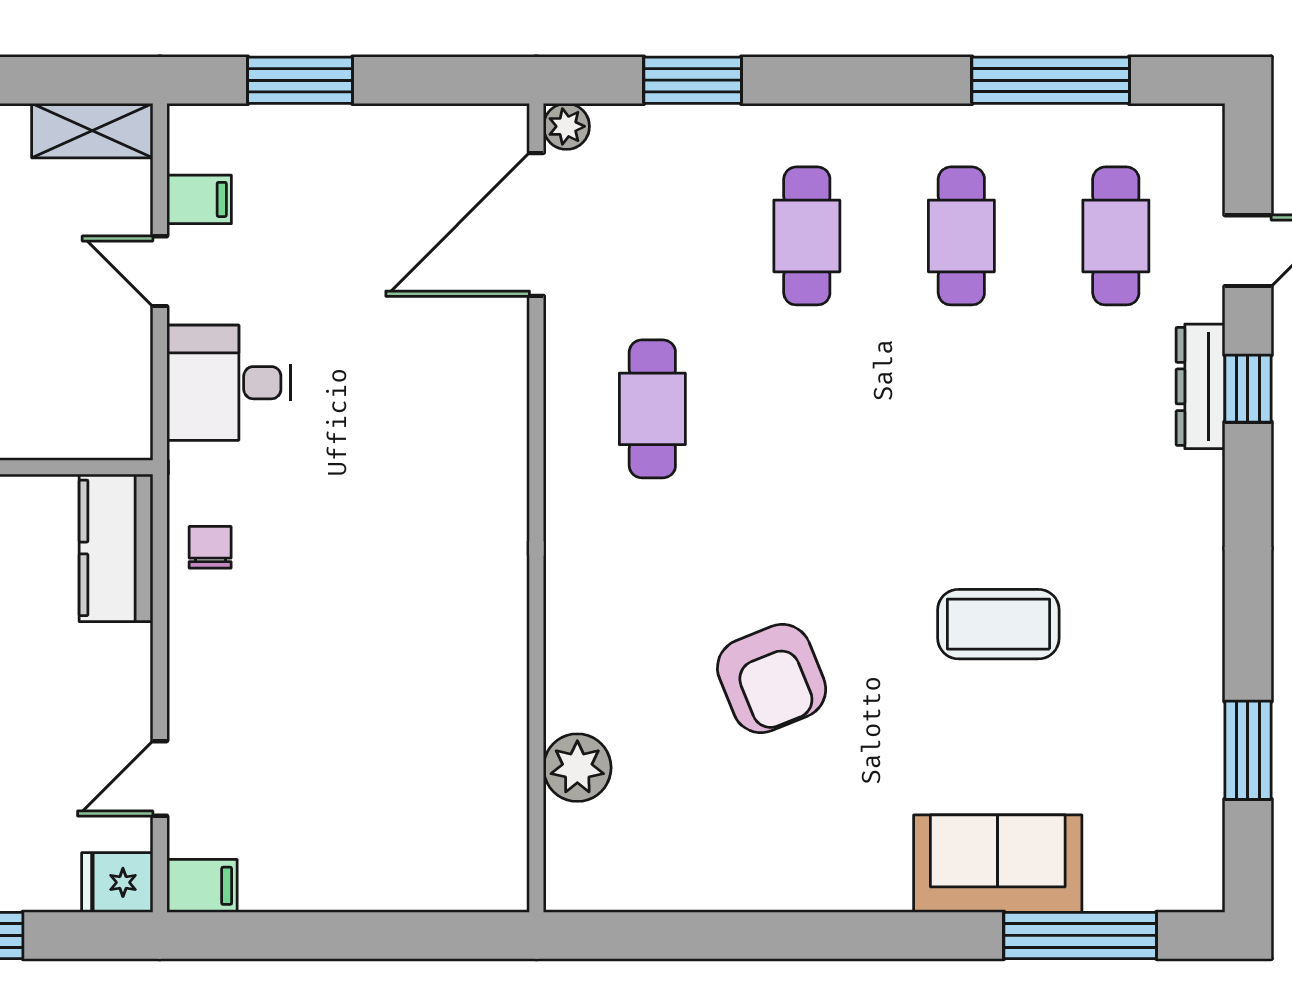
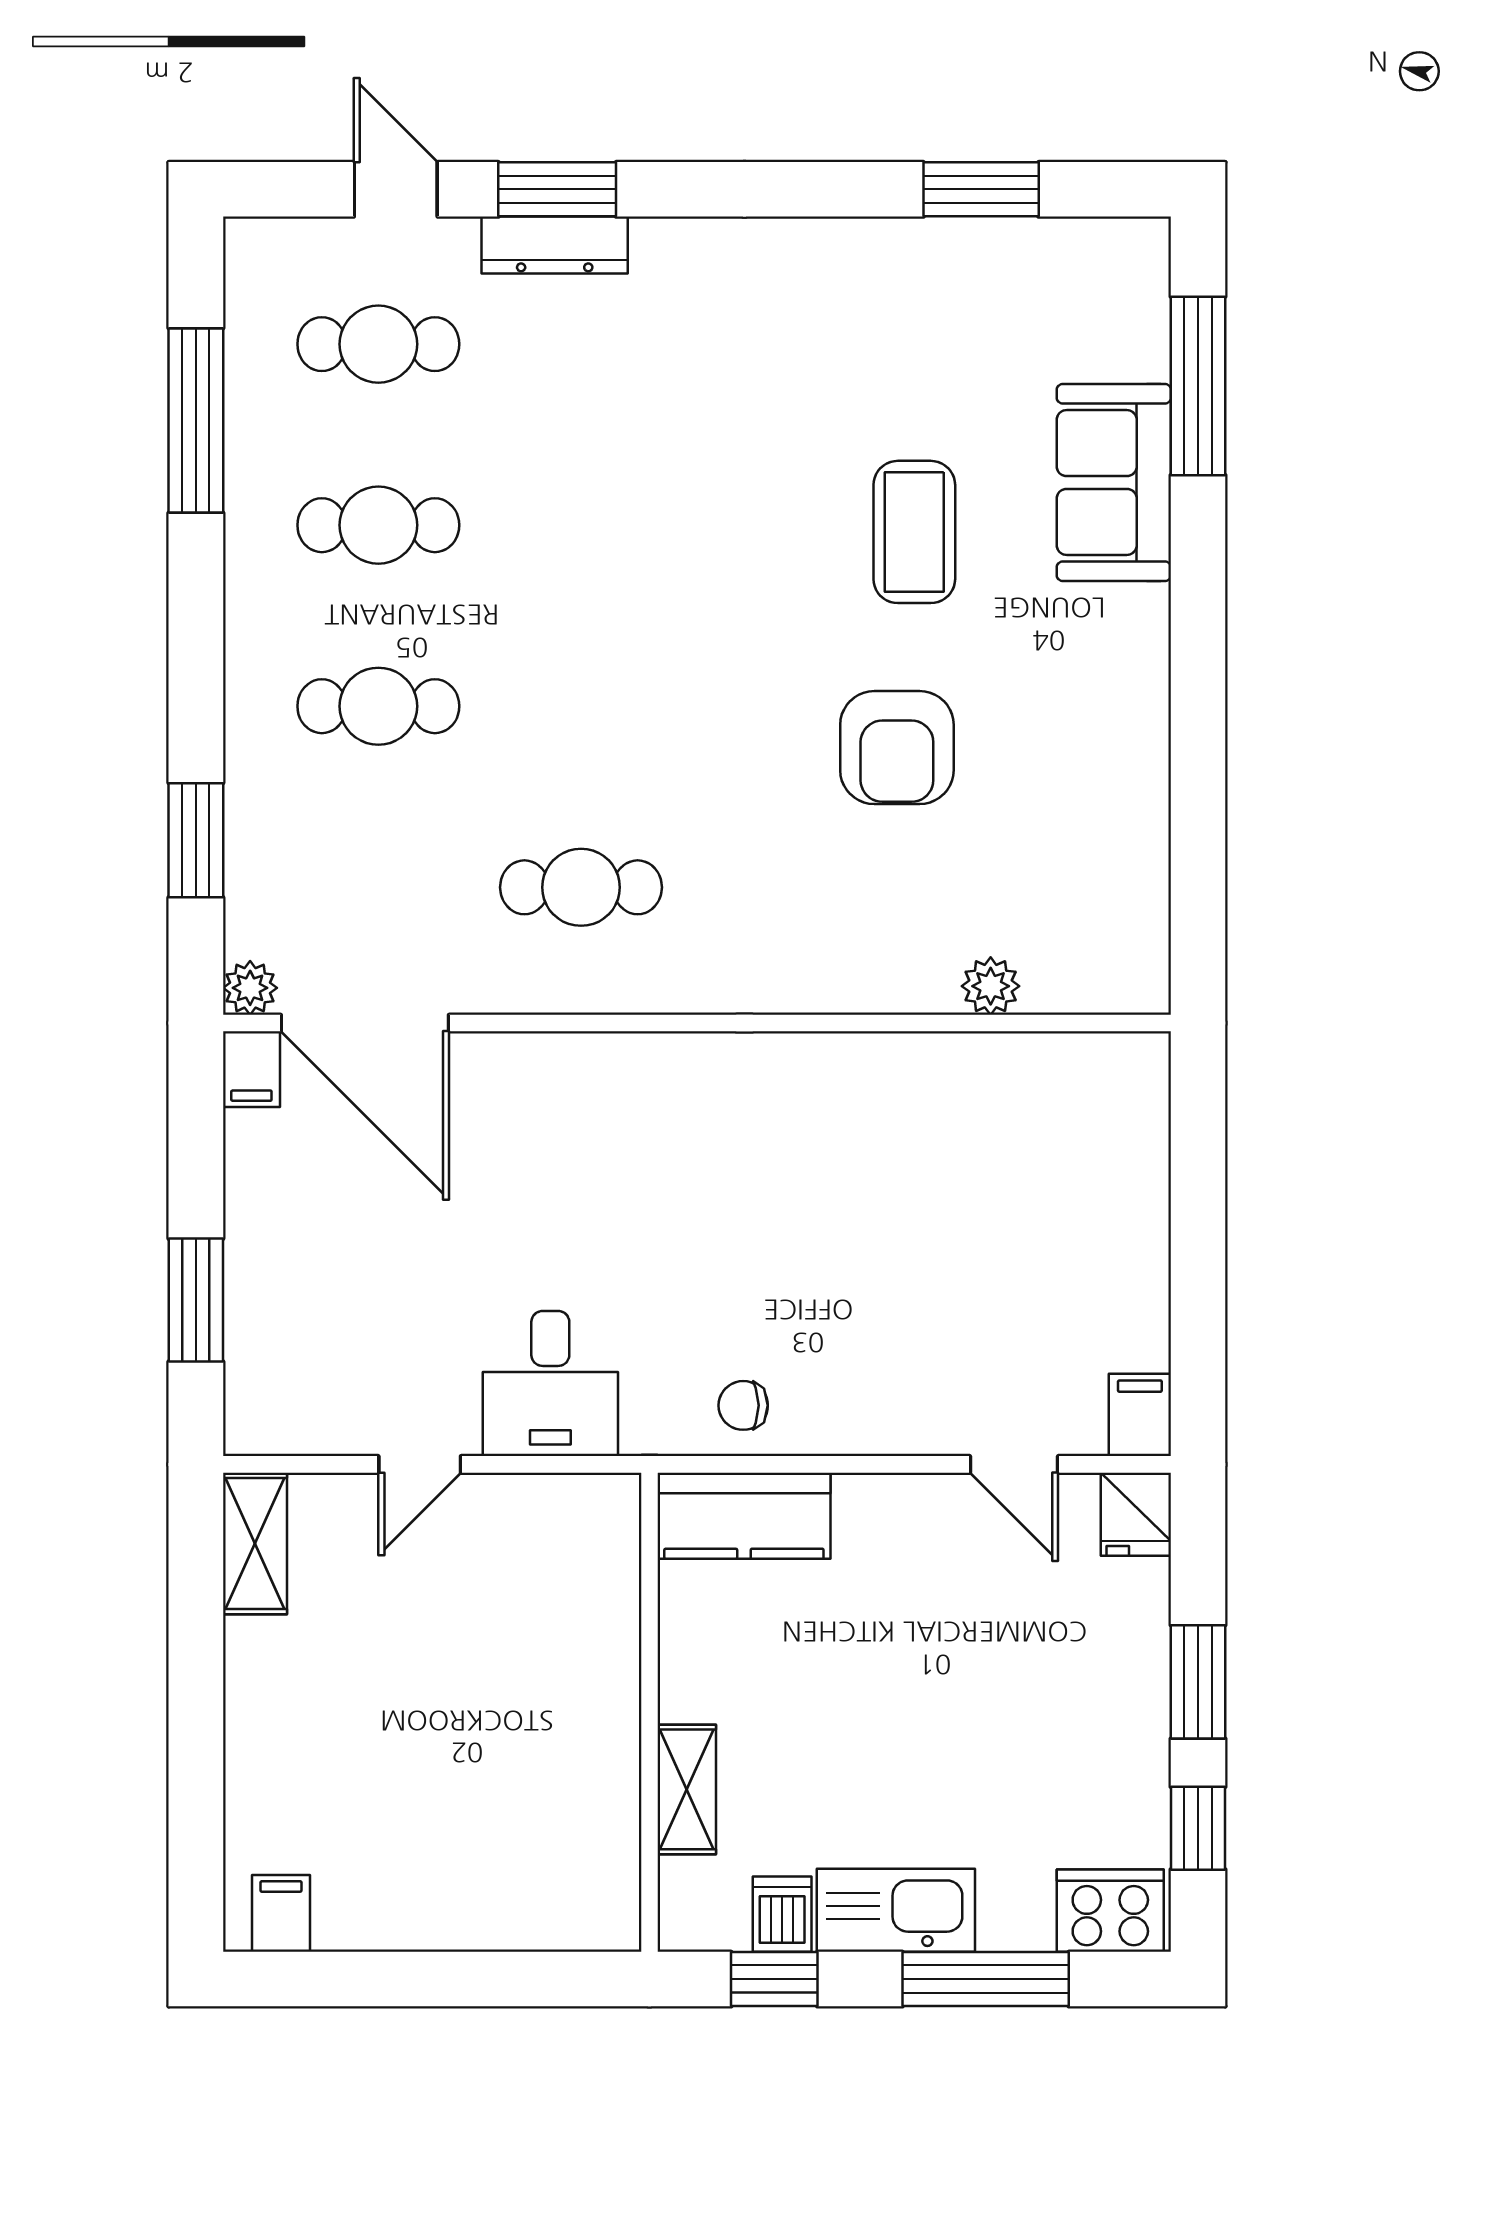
filing cabinet: (199, 199) -> (251, 1069), moved, turned 180
window: (1248, 389) -> (557, 189), width x1.50
coffee table: (998, 624) -> (914, 532), moved
armchair: (772, 678) -> (897, 748), turned 112
plant: (577, 768) -> (991, 986), width x0.73, depth x0.73

